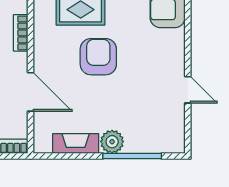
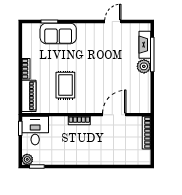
armchair: (98, 57) -> (93, 75), removed
fireplace: (76, 143) -> (145, 45), moved

